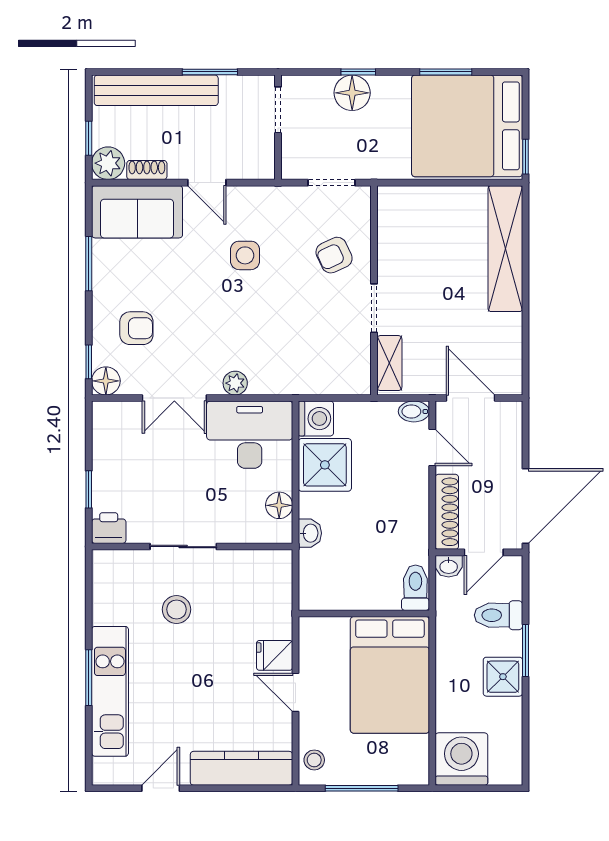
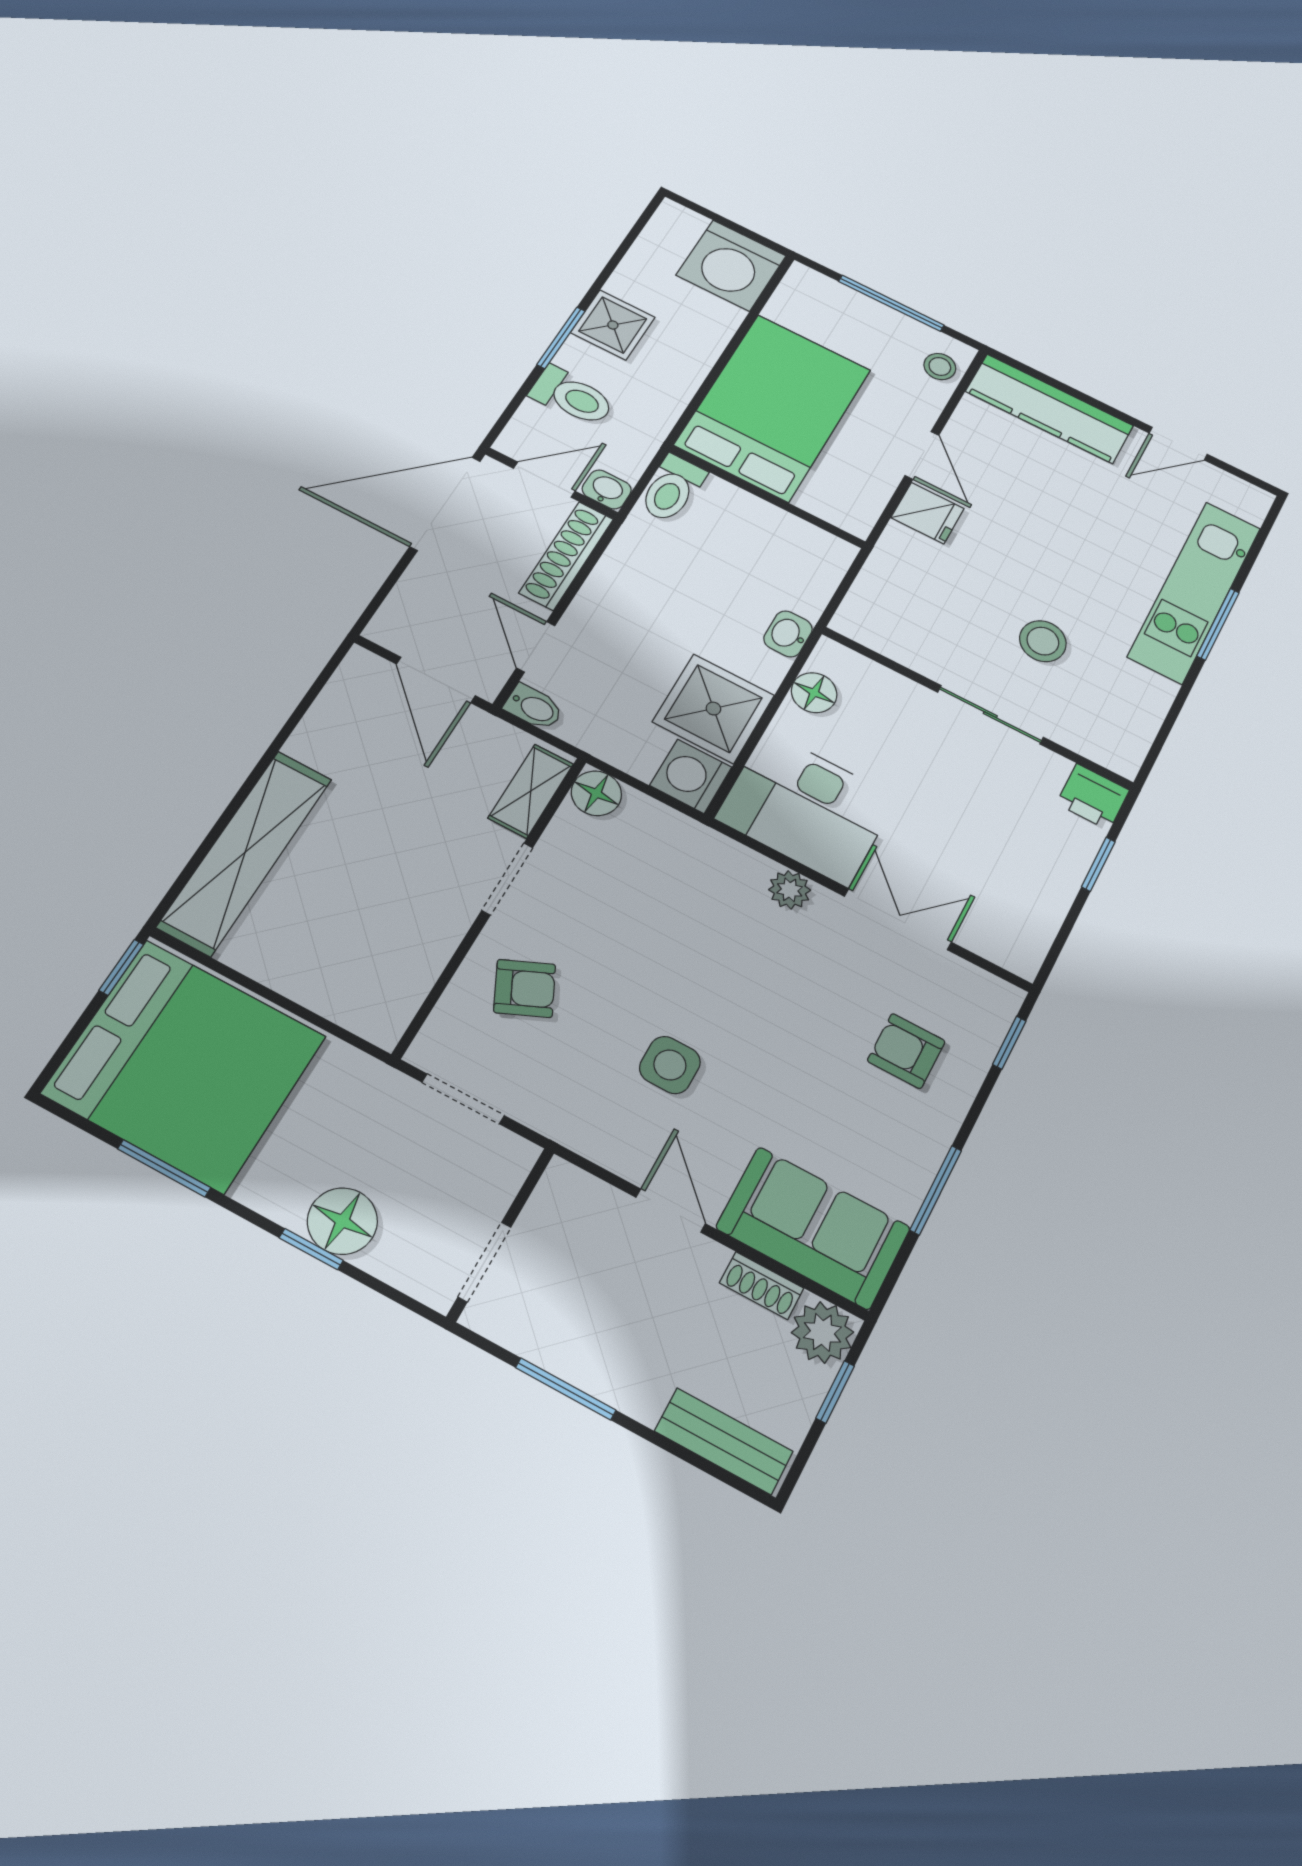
bench: (156, 90) -> (724, 1441), width x0.54, depth x0.82
floor lamp: (106, 381) -> (596, 793), moved

